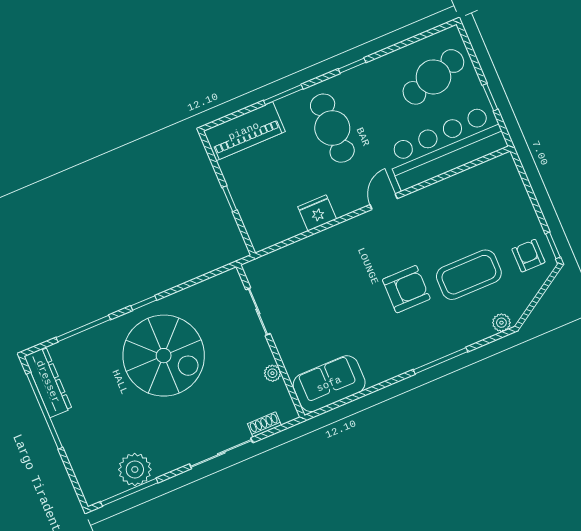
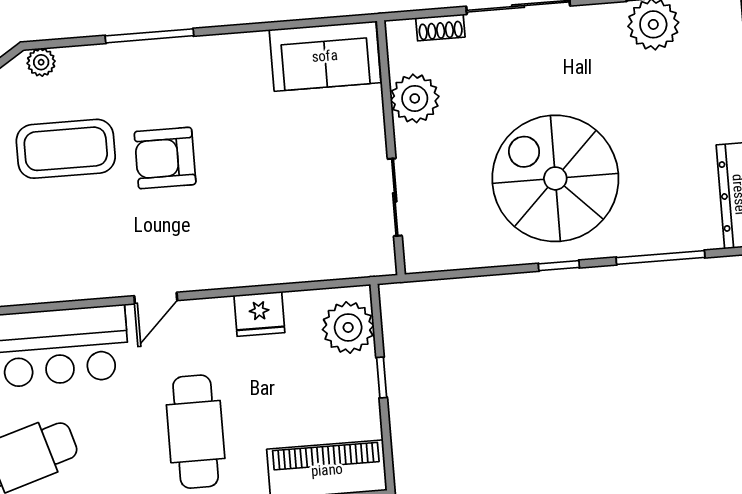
plant: (260, 223) -> (348, 327), added
plant: (272, 373) -> (415, 98), width x1.87, depth x1.87

